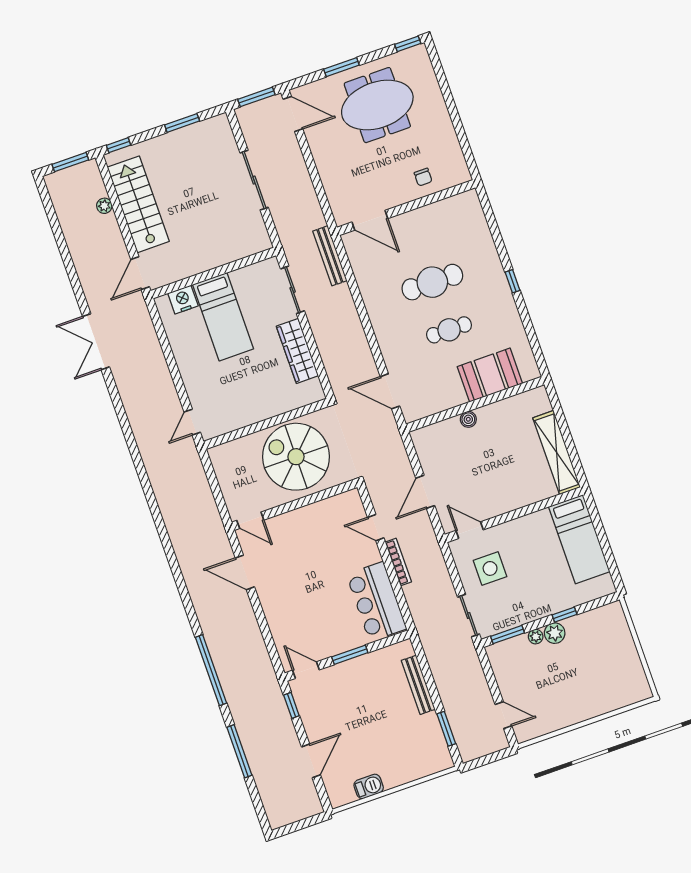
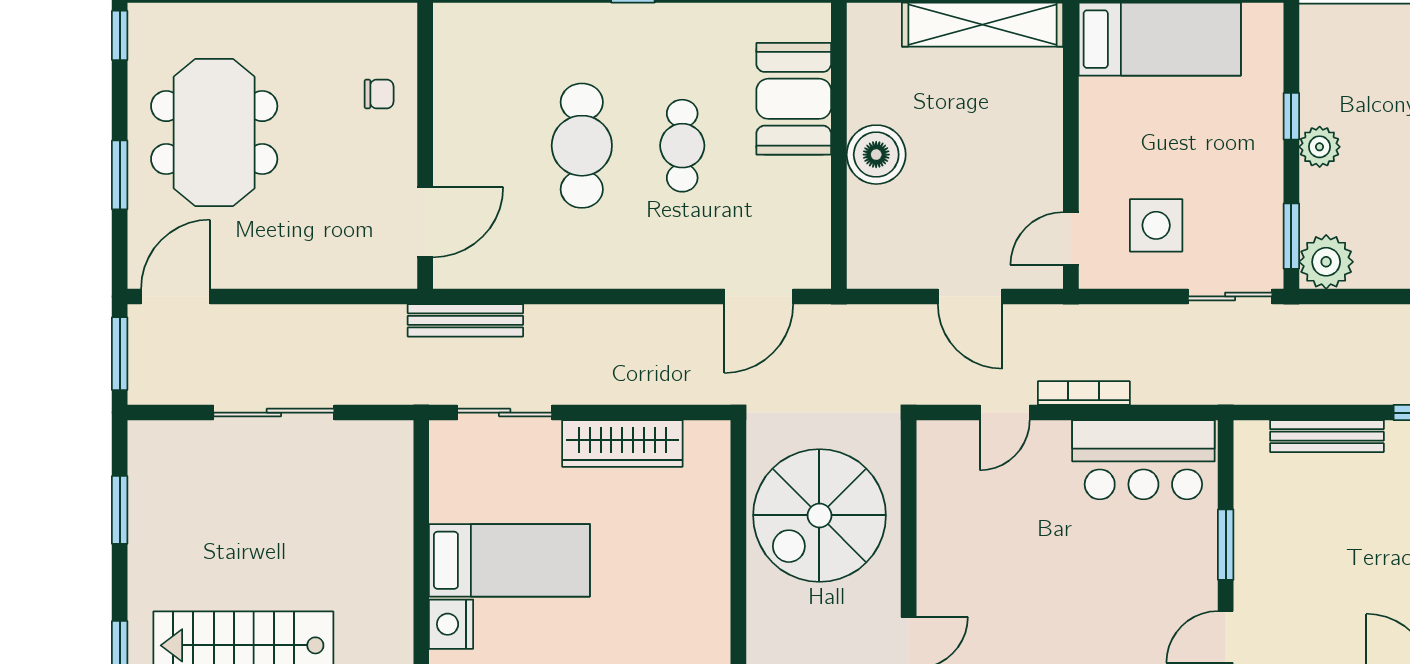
boiler: (468, 419) -> (876, 155), width x1.86, depth x1.86
plant: (536, 637) -> (1326, 262), moved, width x1.88, depth x1.88

